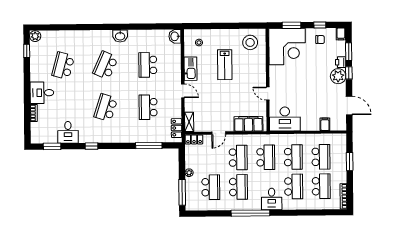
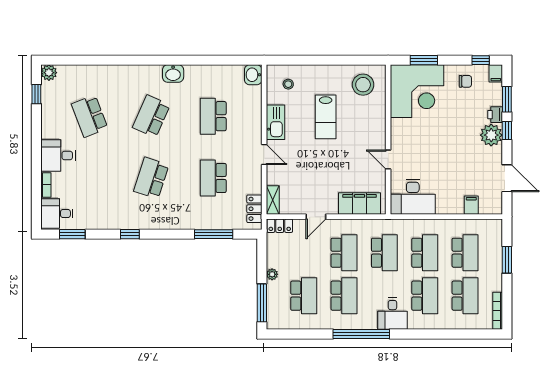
window: (320, 25) -> (481, 60), moved
school desk: (63, 66) -> (90, 116), turned -36
desk: (68, 132) -> (57, 214), moved, turned 90

